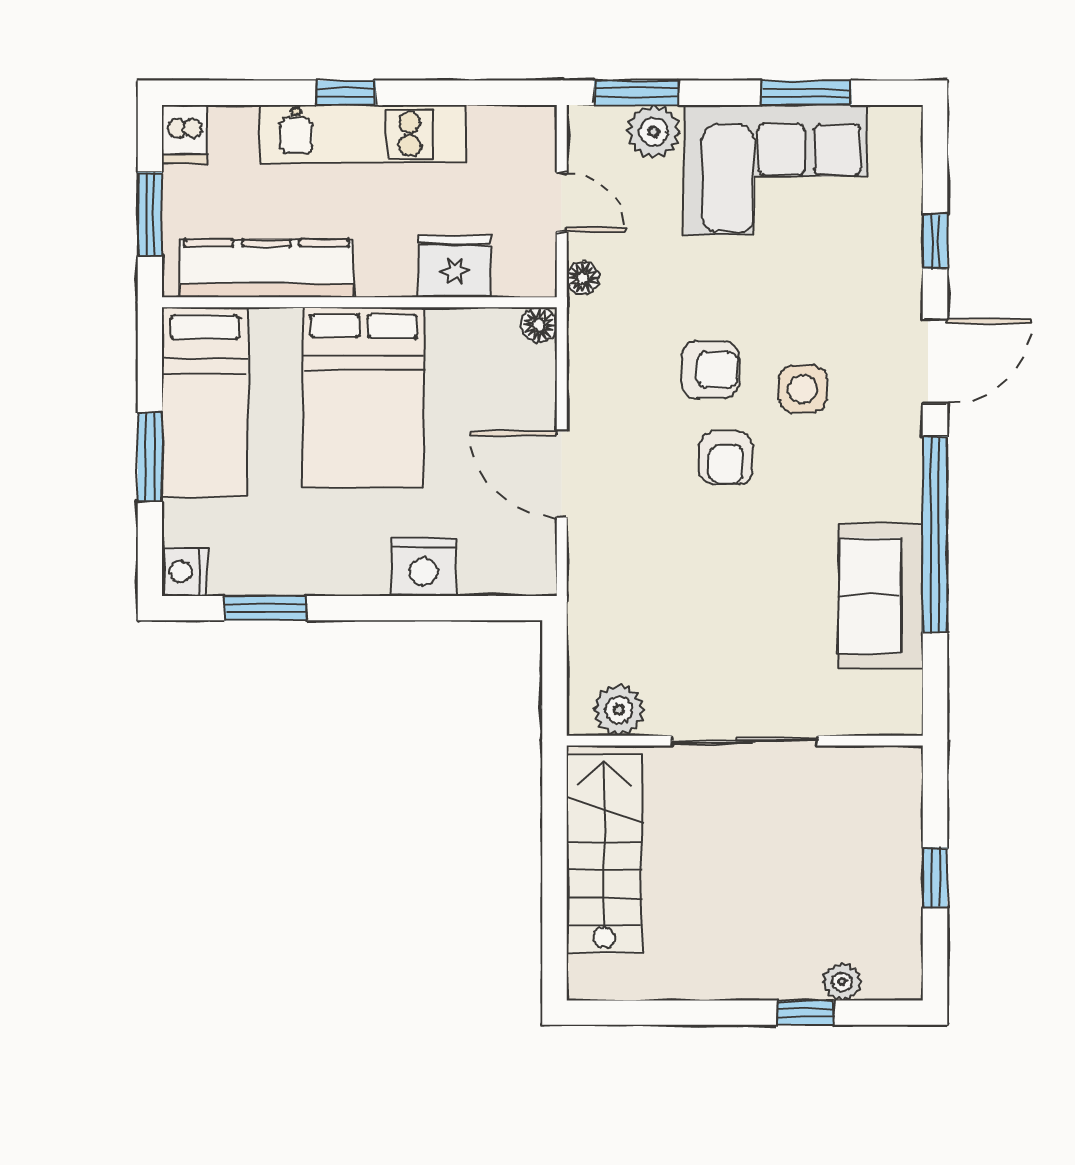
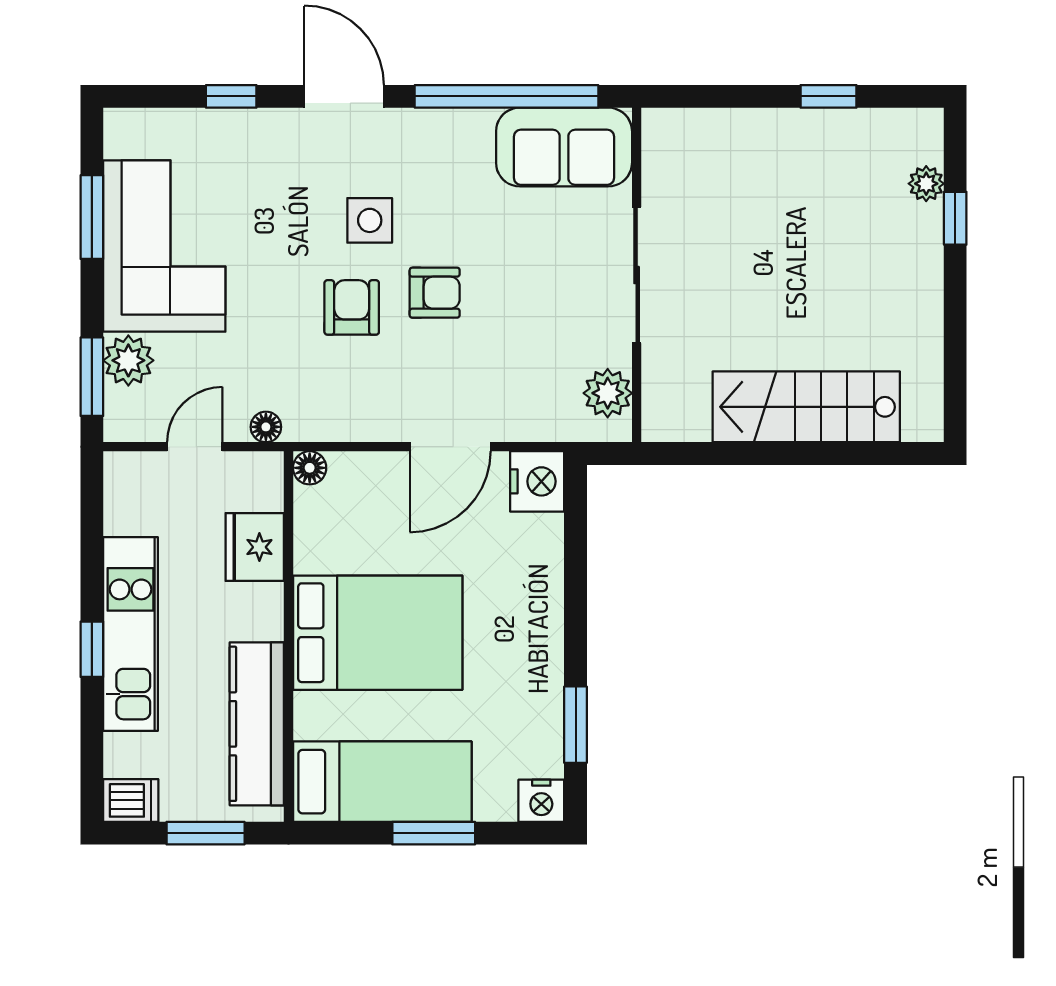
nightstand: (424, 567) -> (537, 481), moved
plant: (619, 710) -> (608, 393), moved
sliding door: (745, 741) -> (637, 275), moved
wall: (745, 741) -> (637, 275), moved

